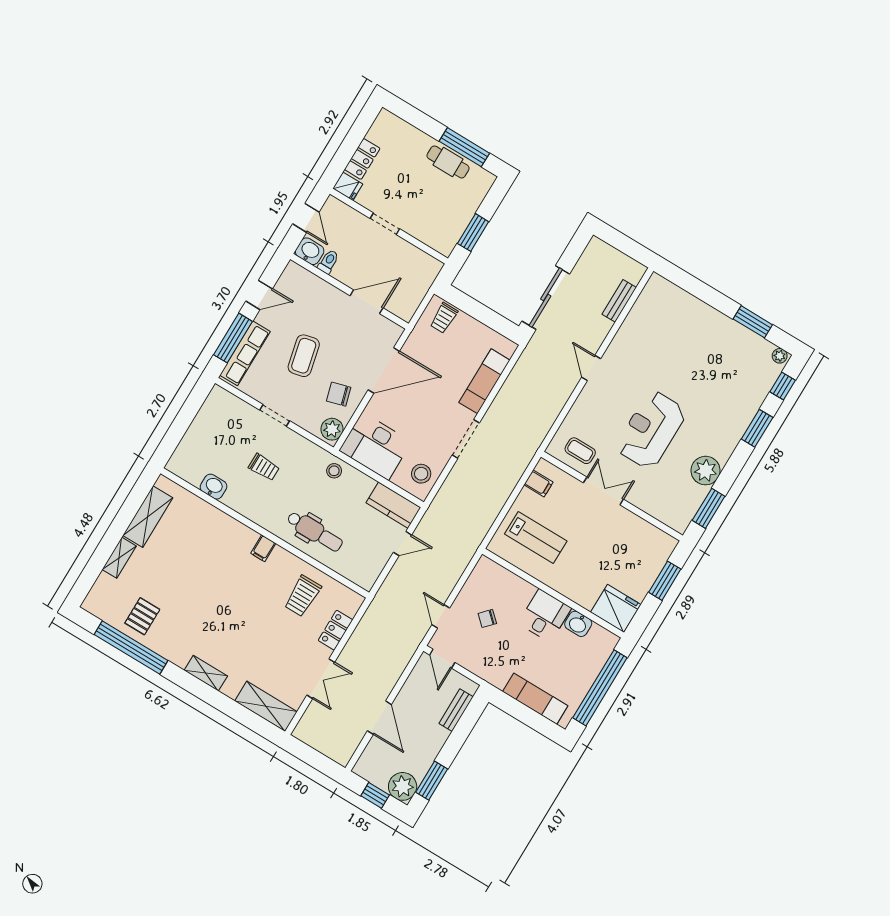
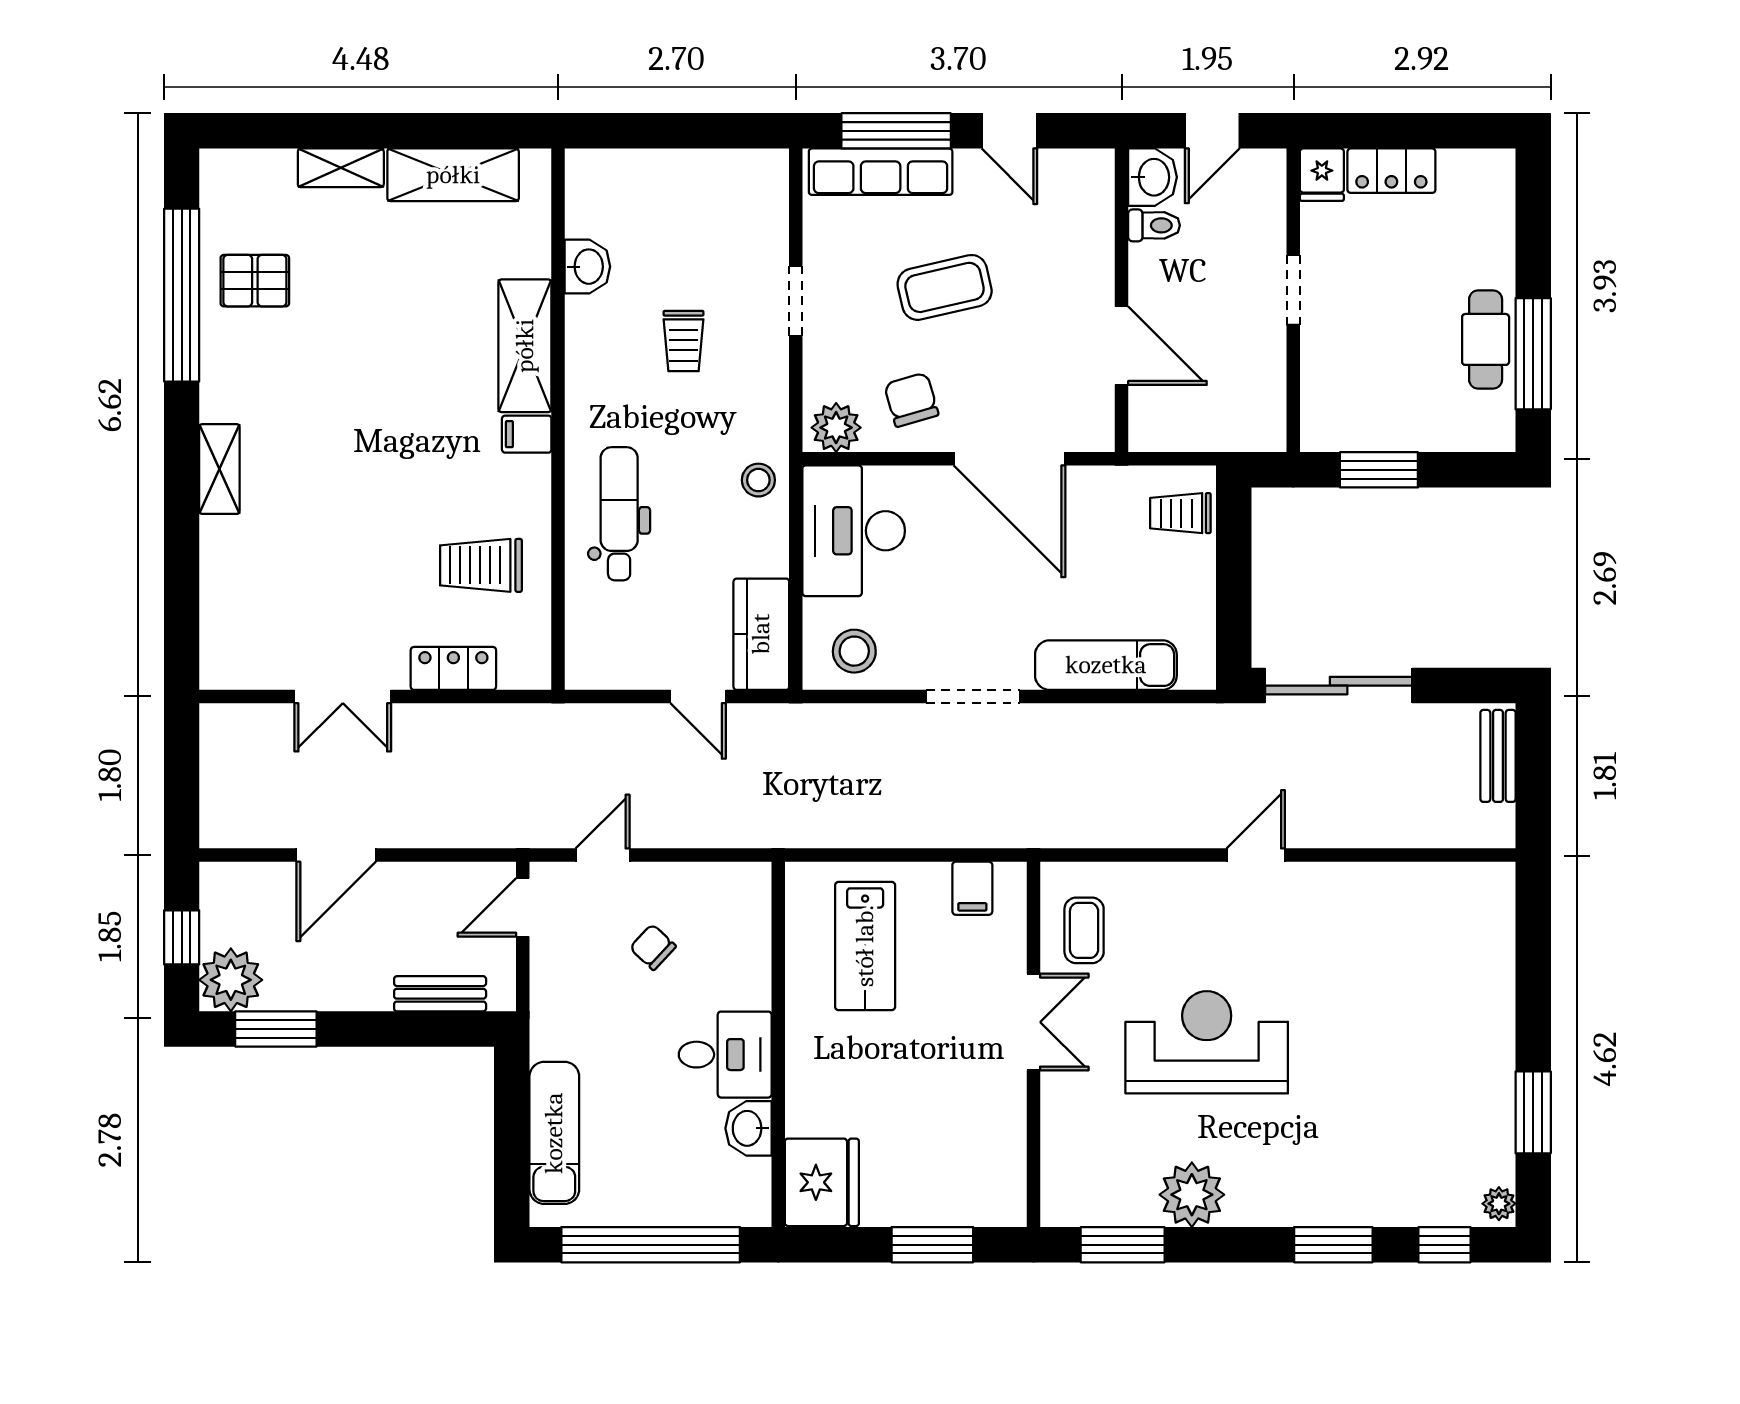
bench: (619, 301) -> (1498, 756), moved, turned 90
dental chair: (315, 531) -> (619, 514), turned 180
shelving: (266, 706) -> (525, 346), moved

